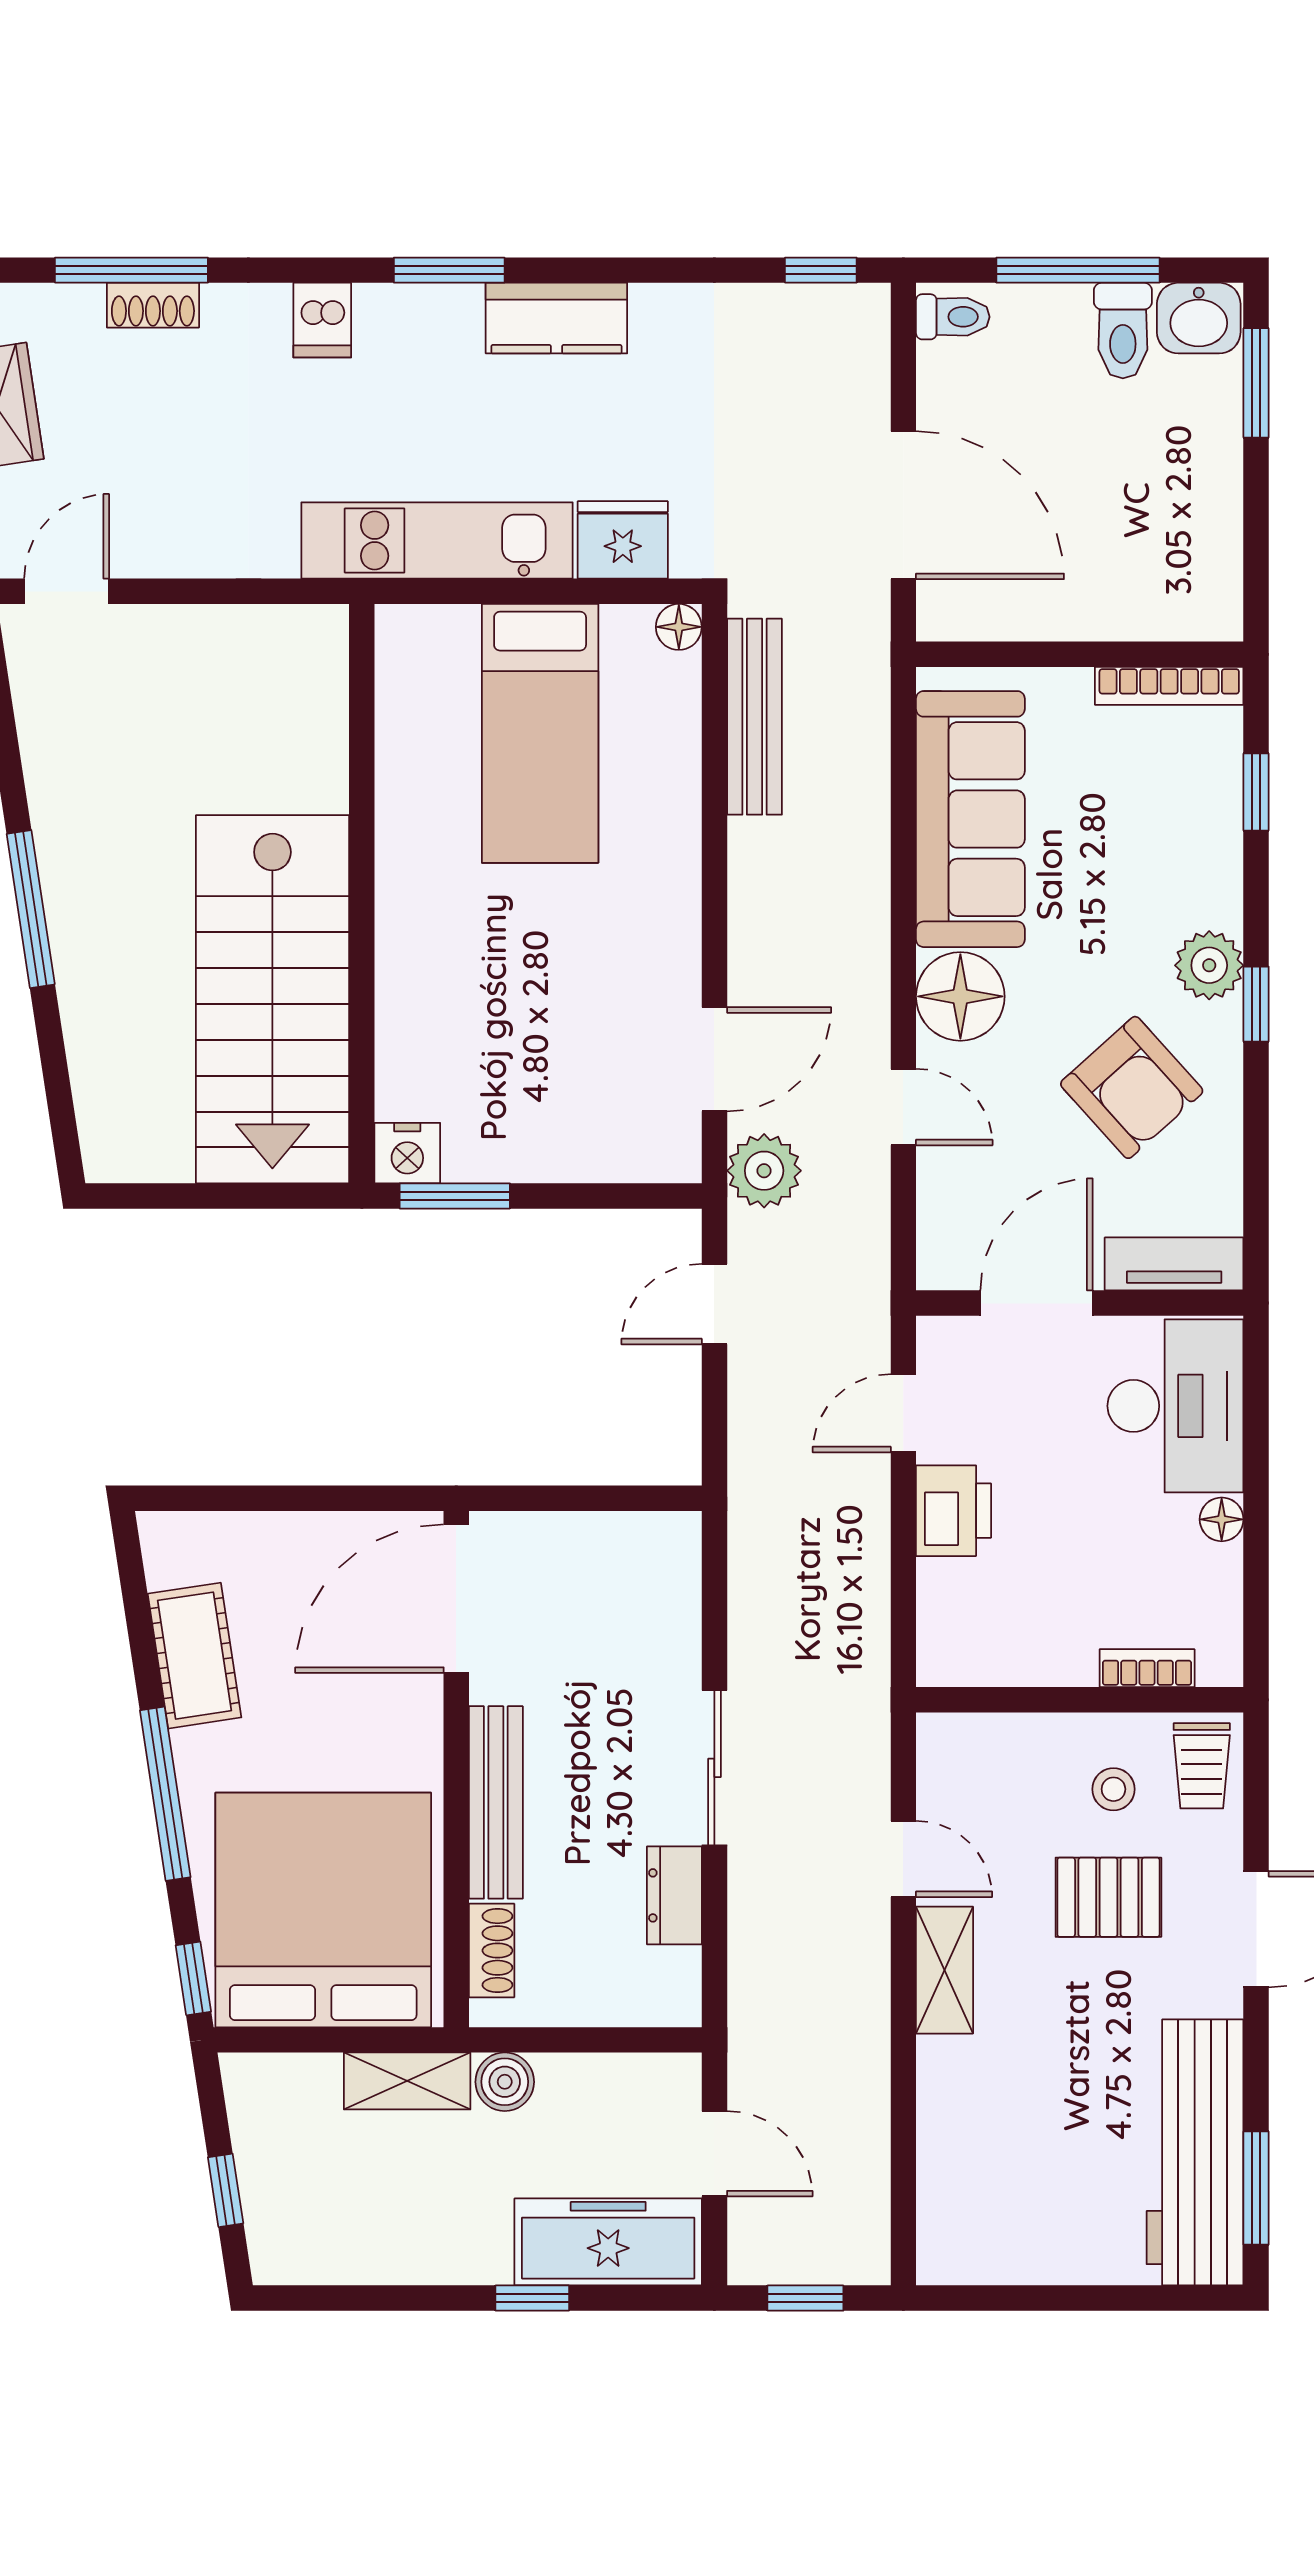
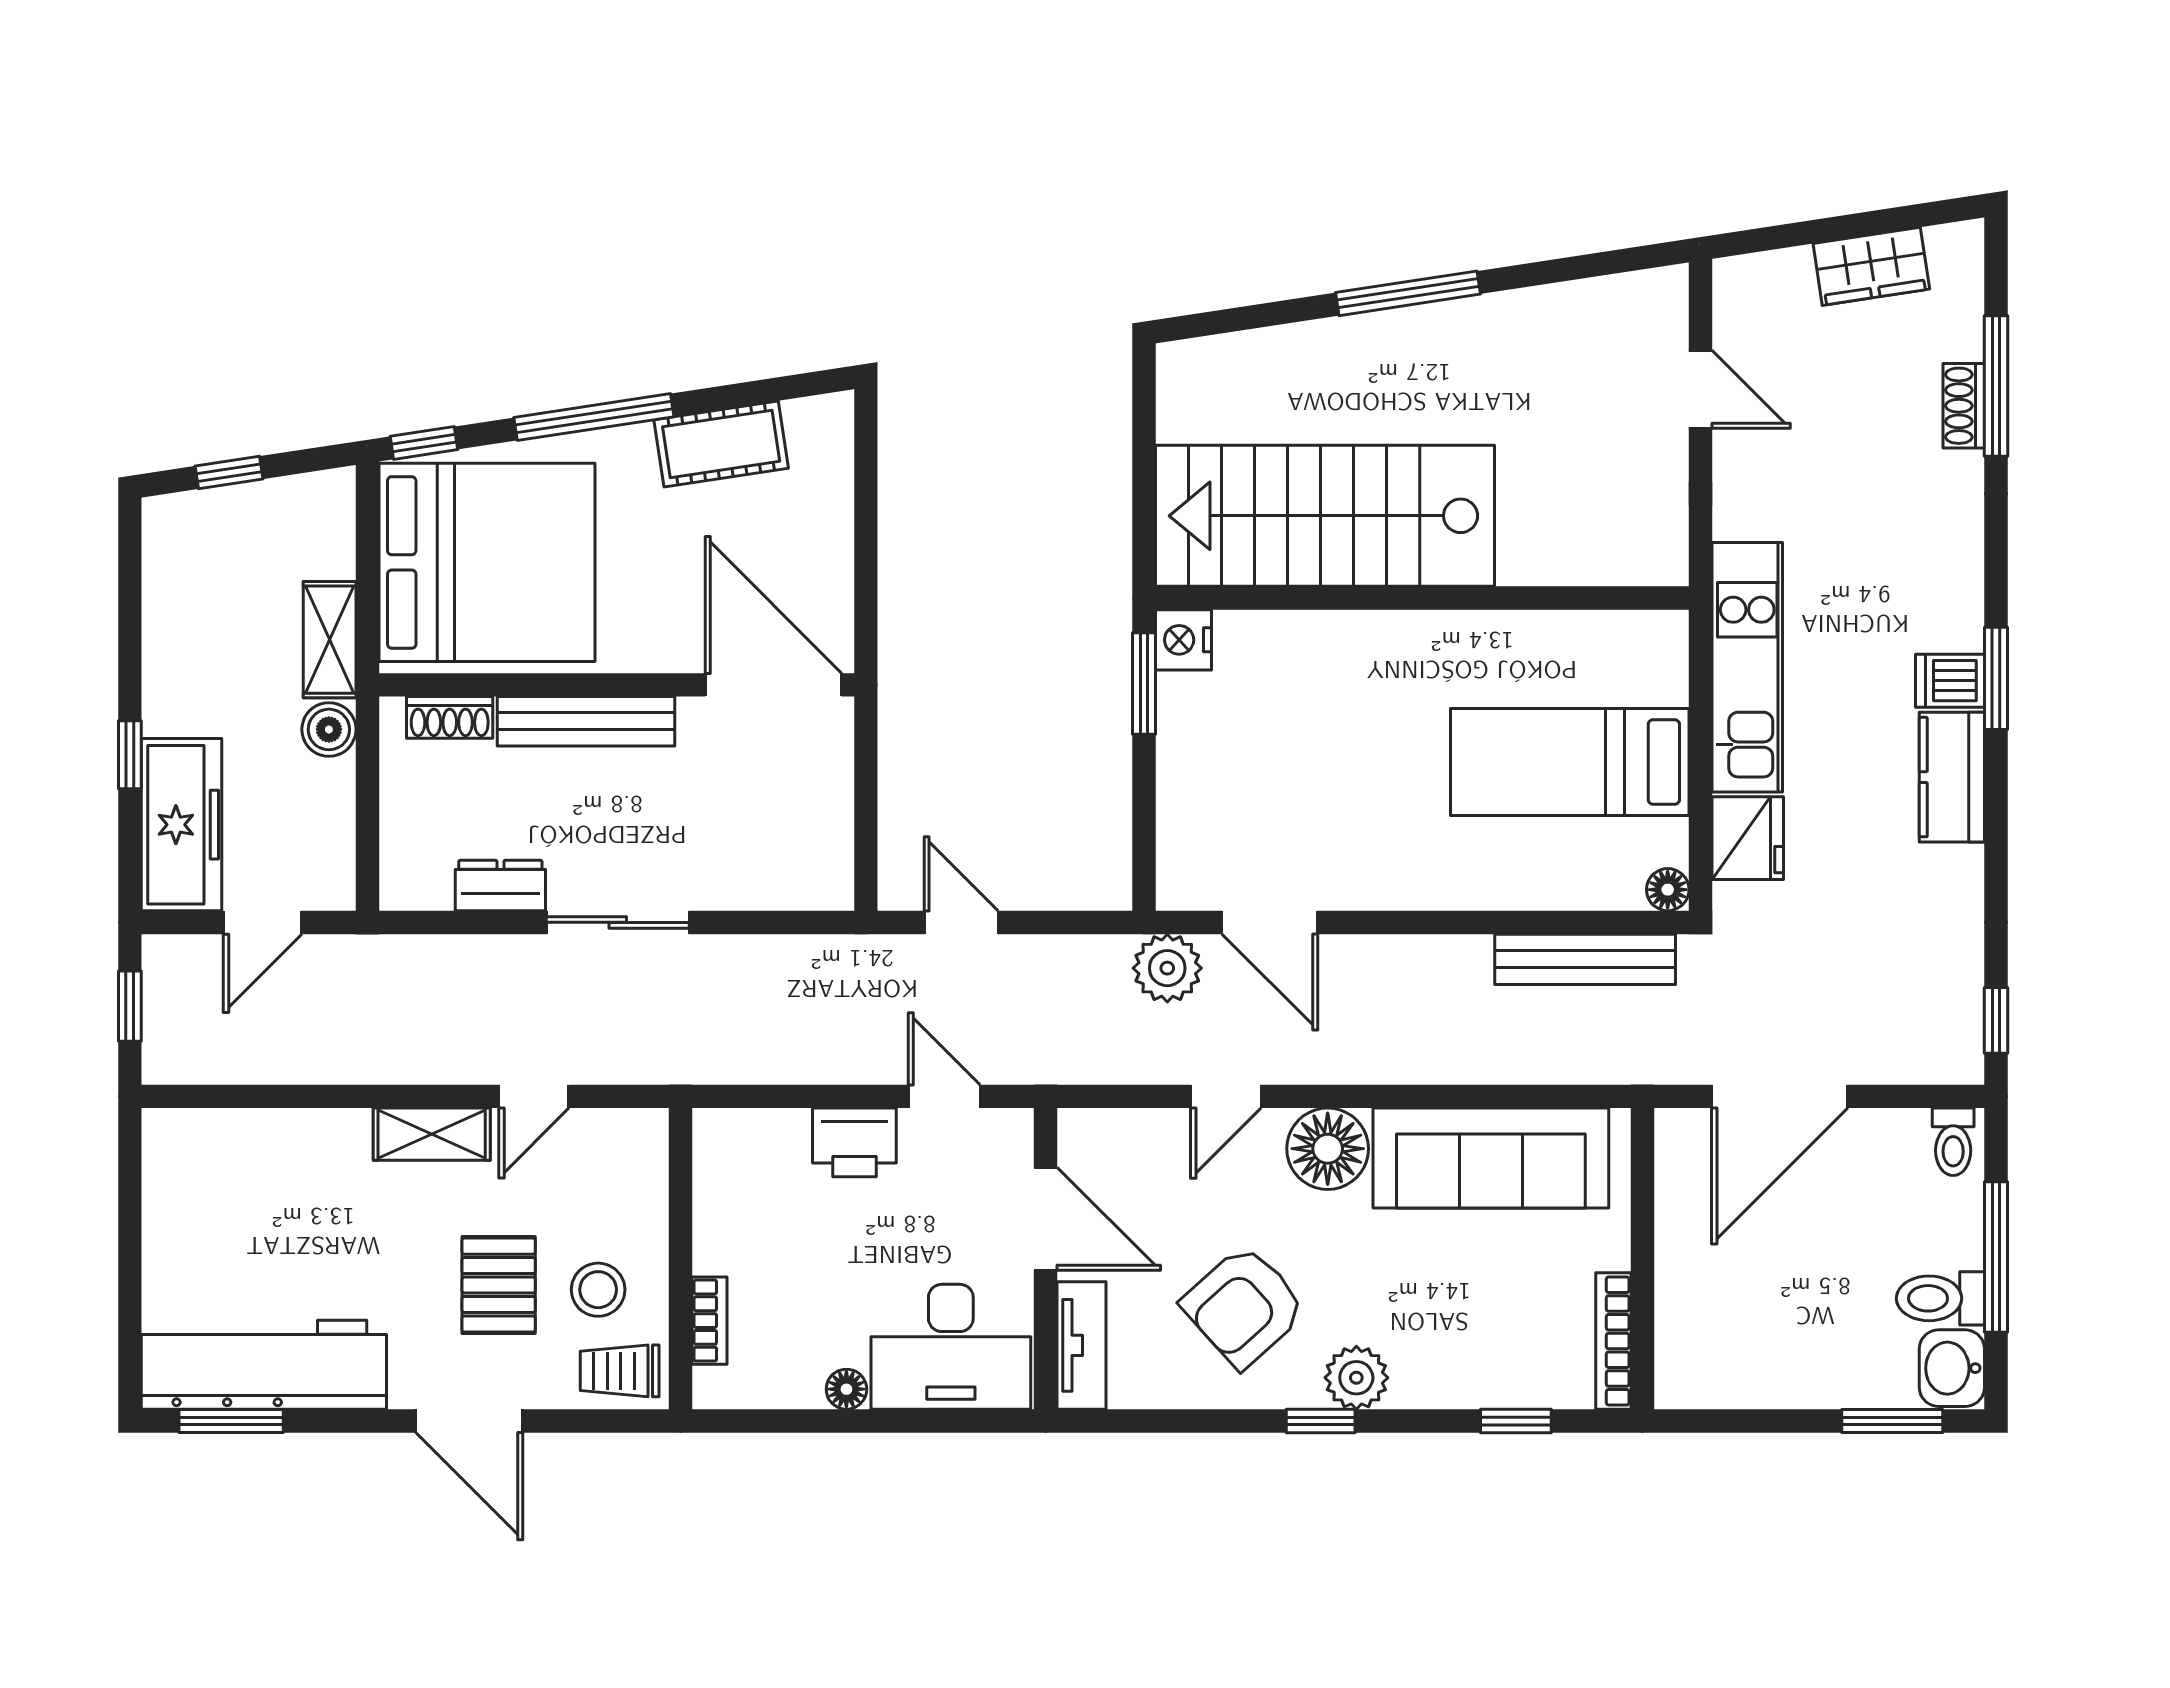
dishwasher: (322, 320) -> (1950, 681), moved
door: (67, 591) -> (1700, 389), moved
door: (714, 1304) -> (961, 922), moved
stool: (1113, 1789) -> (598, 1290), width x1.37, depth x1.37

